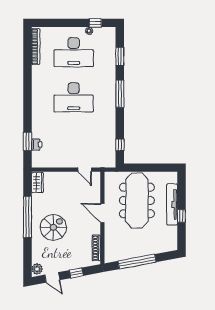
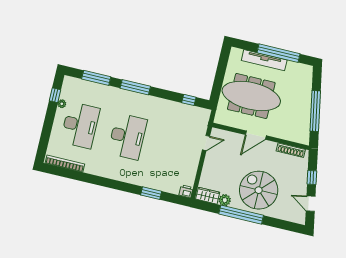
window: (120, 56) -> (96, 78), width x1.44
window: (27, 141) -> (151, 193), moved
printer: (37, 145) -> (186, 191), moved
window: (181, 216) -> (278, 53), width x3.17
spiral stairs: (53, 227) -> (259, 190), width x1.37, depth x1.37
plant: (37, 269) -> (225, 200), moved
door: (52, 277) -> (311, 204), swing flipped

